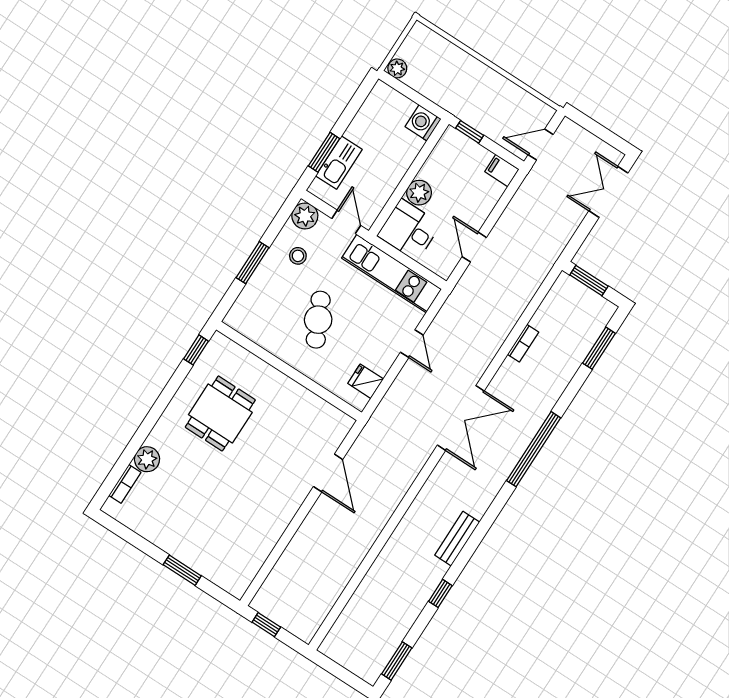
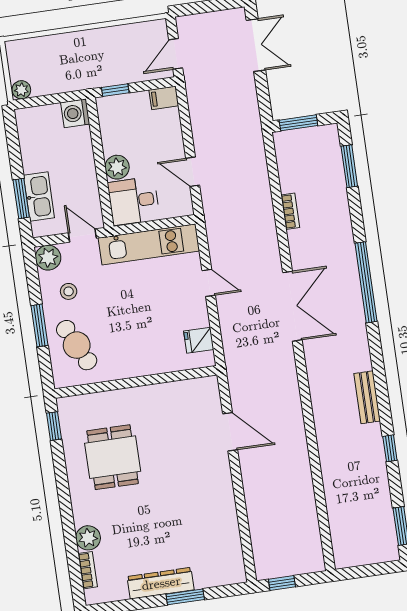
double door: (608, 192) -> (256, 45), swing flipped
cafe table: (318, 320) -> (77, 345), moved
dresser: (172, 543) -> (161, 583), added

